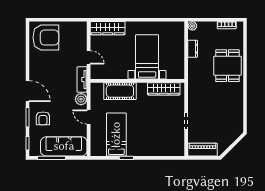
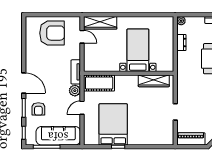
armchair: (46, 38) -> (52, 33), moved
door: (89, 57) -> (82, 37), moved
cot: (120, 91) -> (99, 83), moved
door: (89, 117) -> (82, 108), hinge flipped
bed: (116, 135) -> (113, 124), width x1.50

